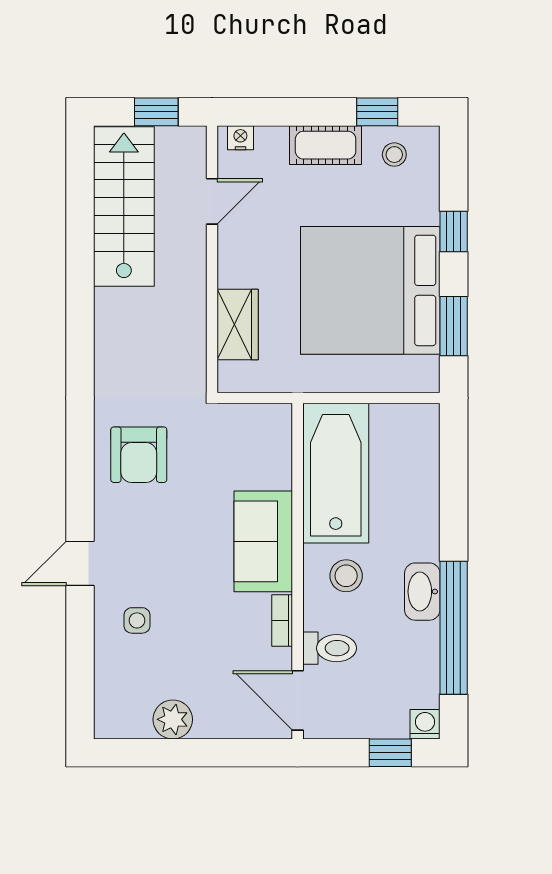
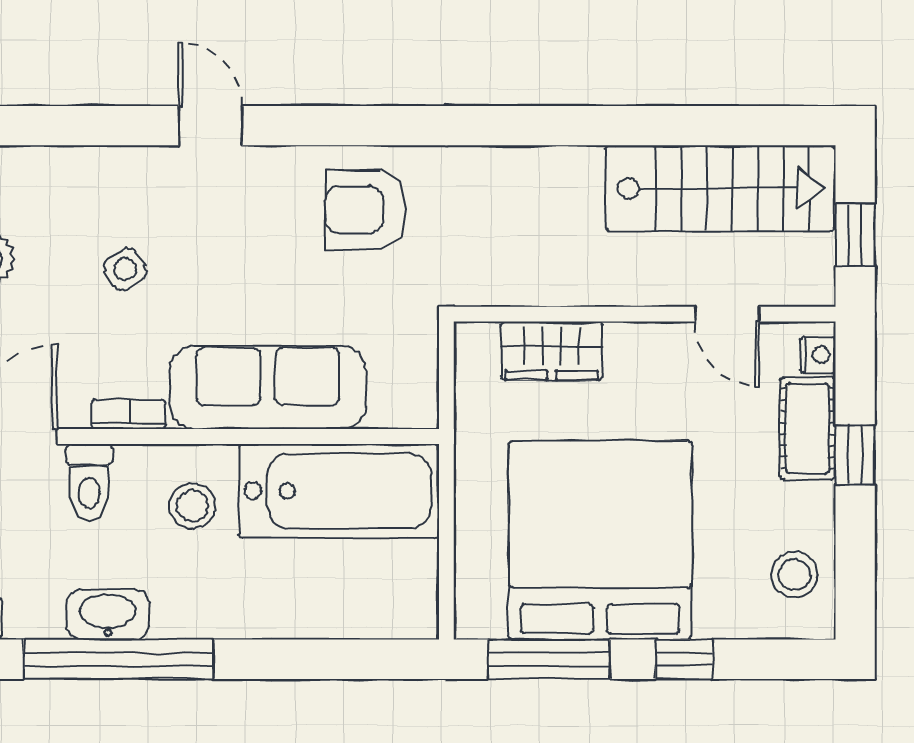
window: (377, 112) -> (855, 455), moved
cot: (326, 145) -> (808, 429), moved
stool: (394, 155) -> (794, 575), width x1.37, depth x1.37
window: (454, 326) -> (549, 659), width x1.44
sofa: (263, 541) -> (268, 387), width x1.36
washbasin: (422, 592) -> (108, 615), moved
side table: (137, 620) -> (125, 269), moved, turned -34

